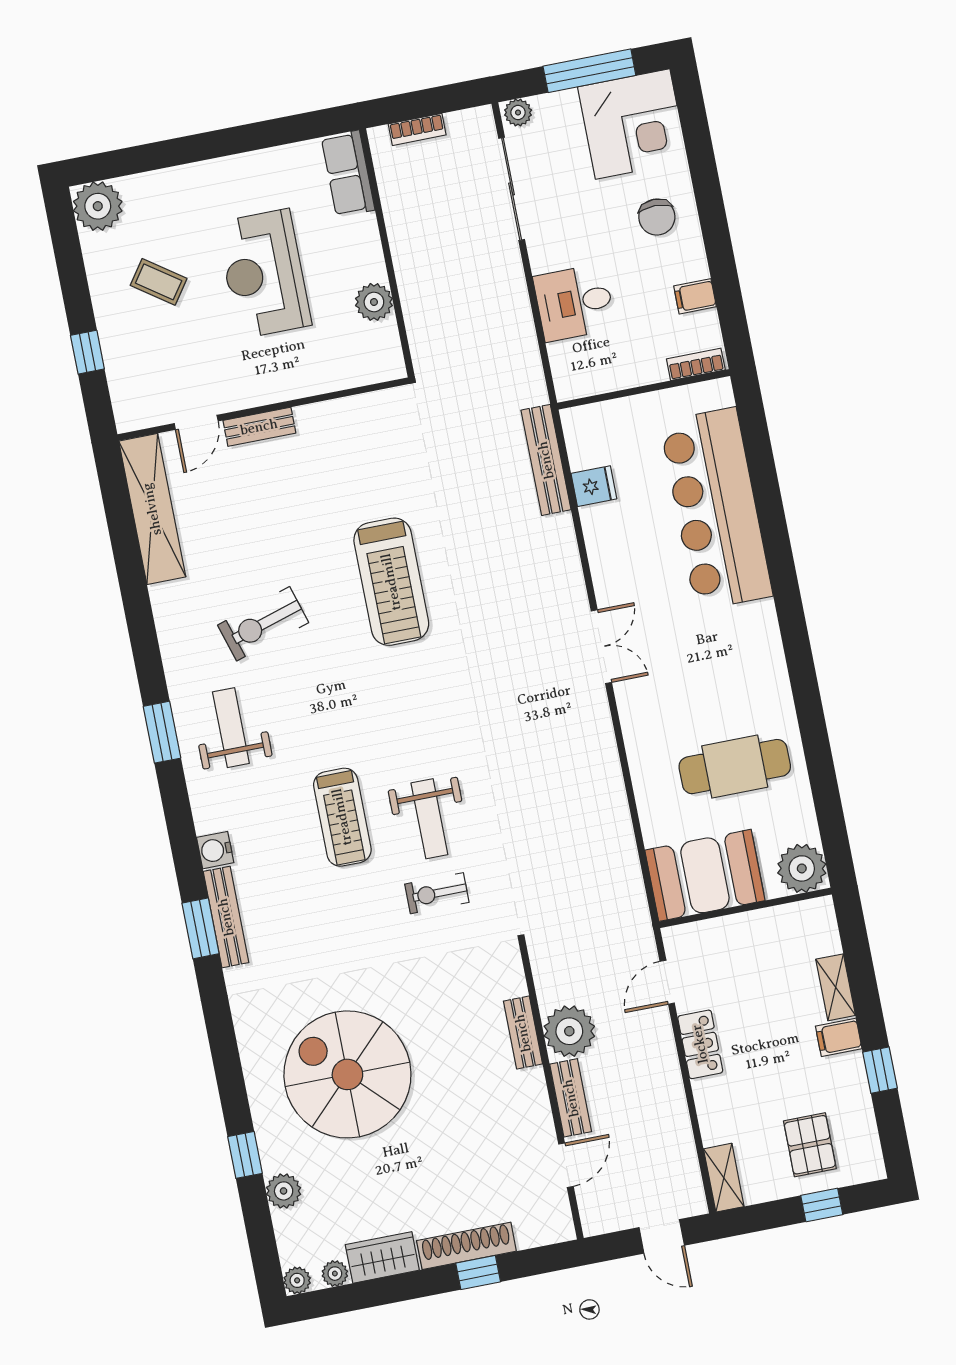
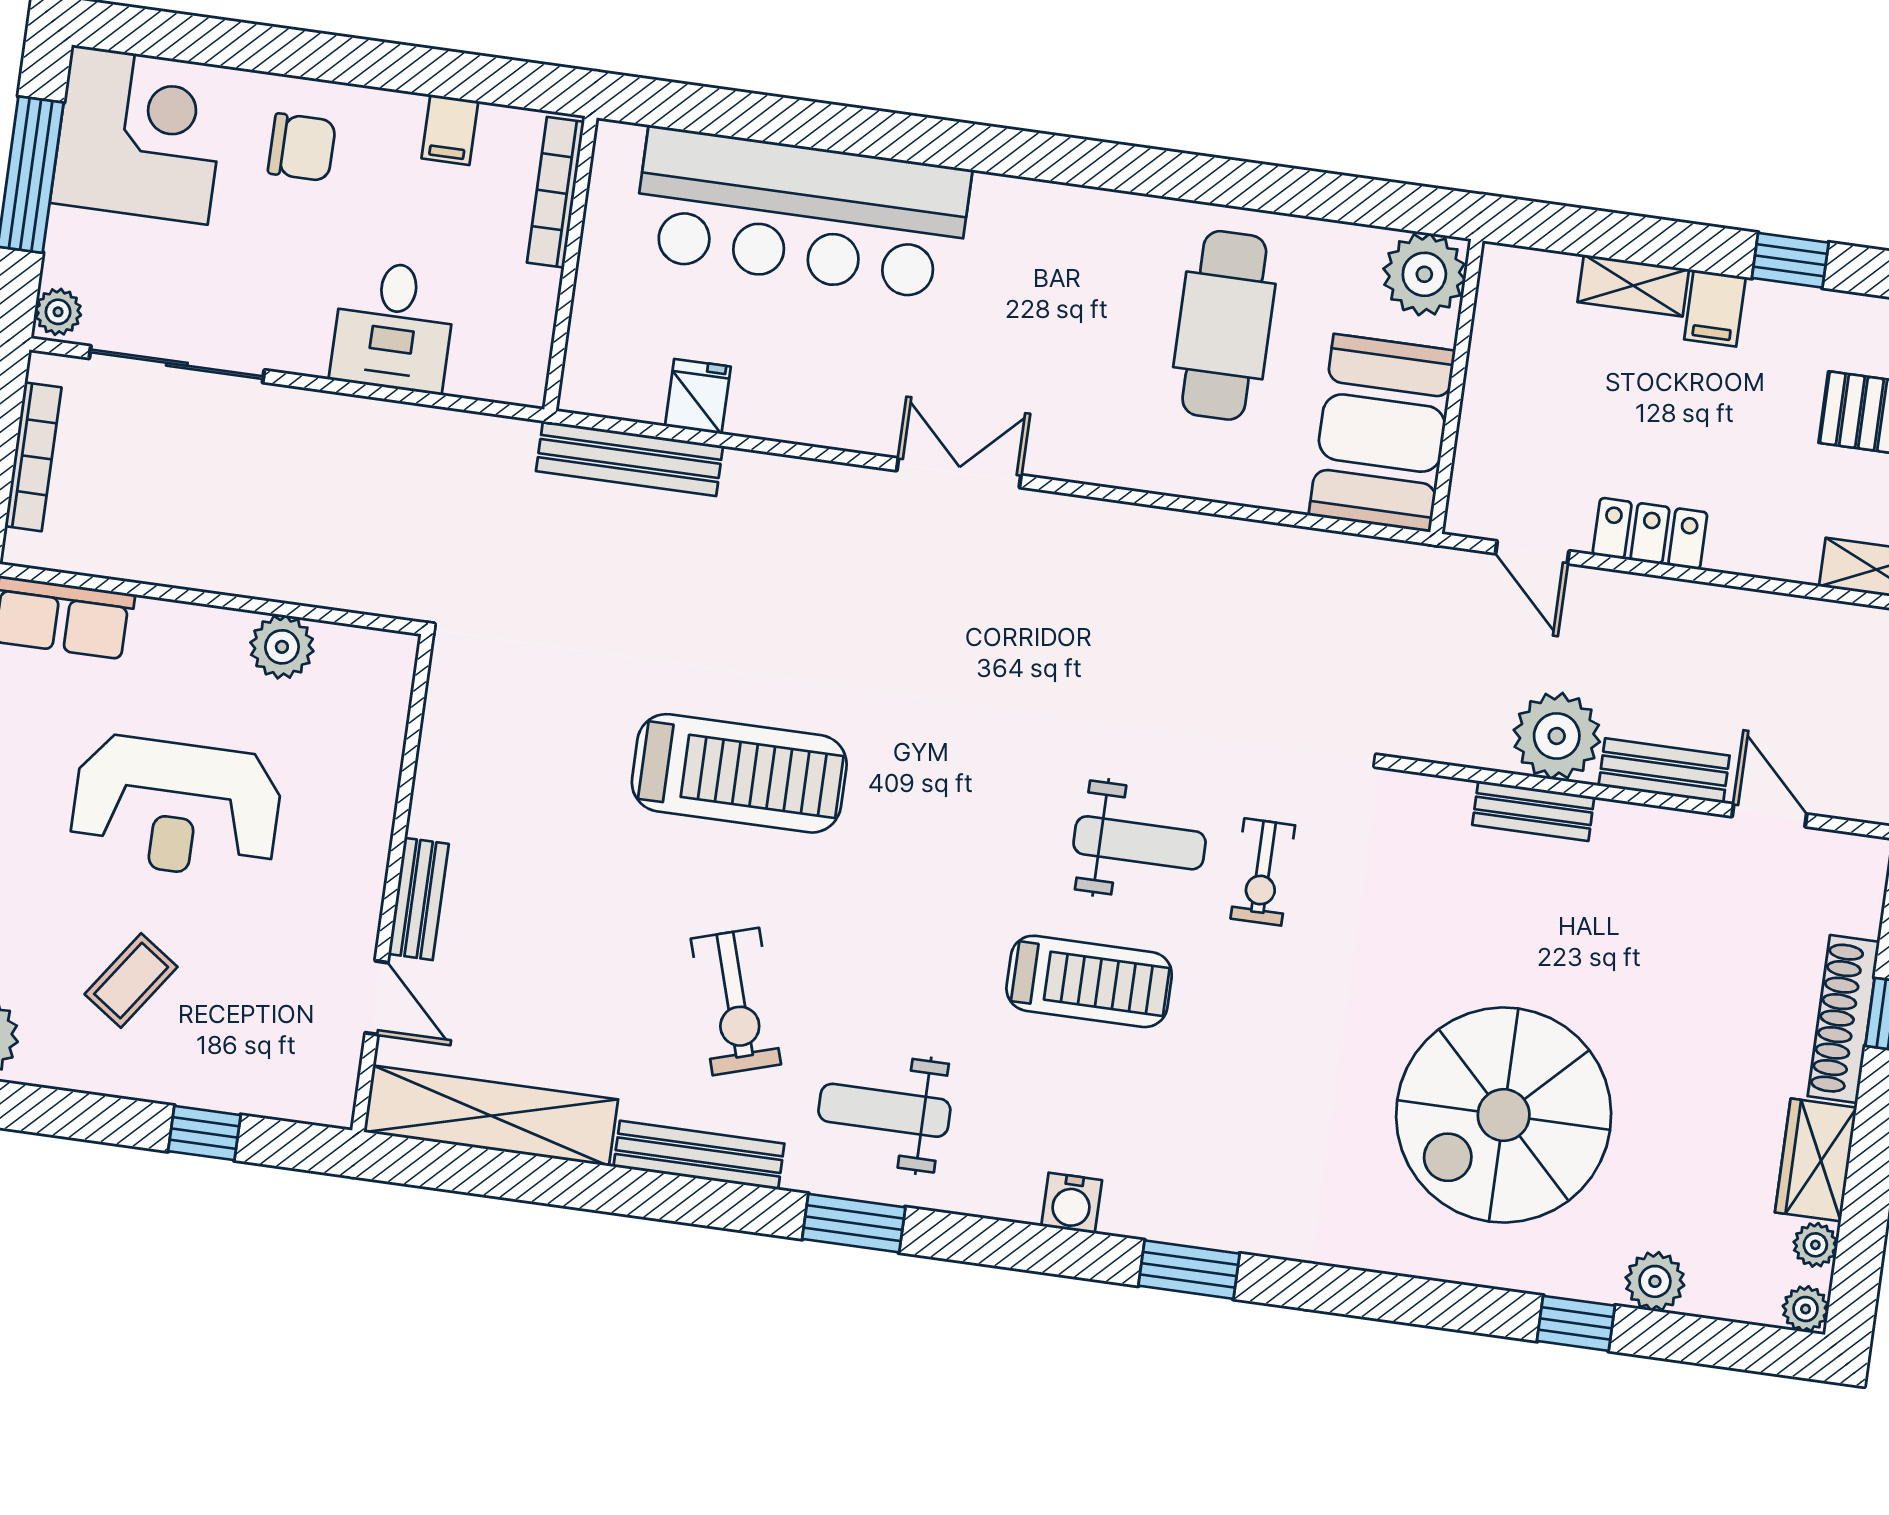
bookcase: (417, 129) -> (33, 457), width x1.56
bookcase: (696, 364) -> (556, 192), width x1.56
bench: (226, 917) -> (699, 1155), moved

